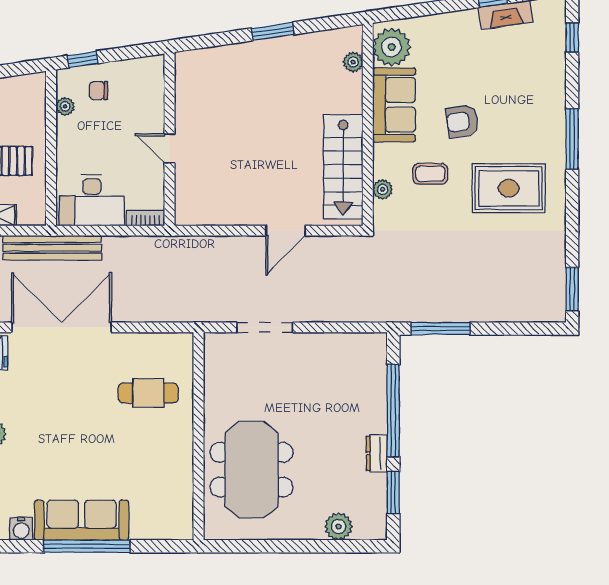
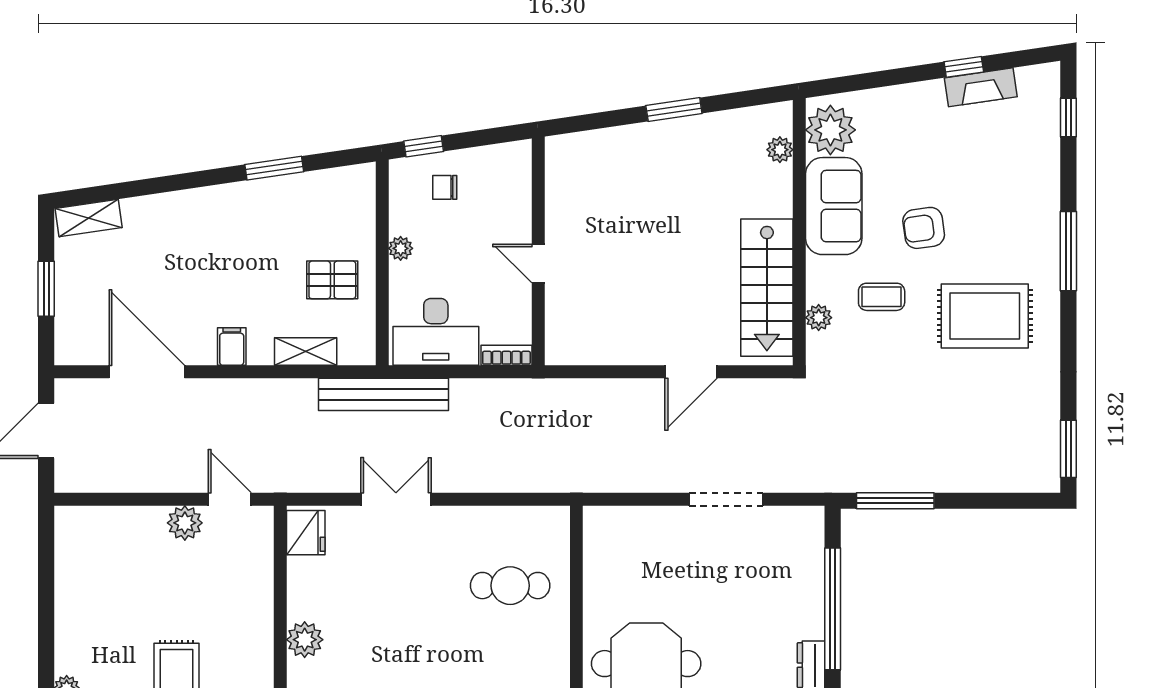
plant: (65, 106) -> (401, 248), moved
double door: (62, 327) -> (396, 499), width x0.54
doorway: (265, 327) -> (726, 499), moved

